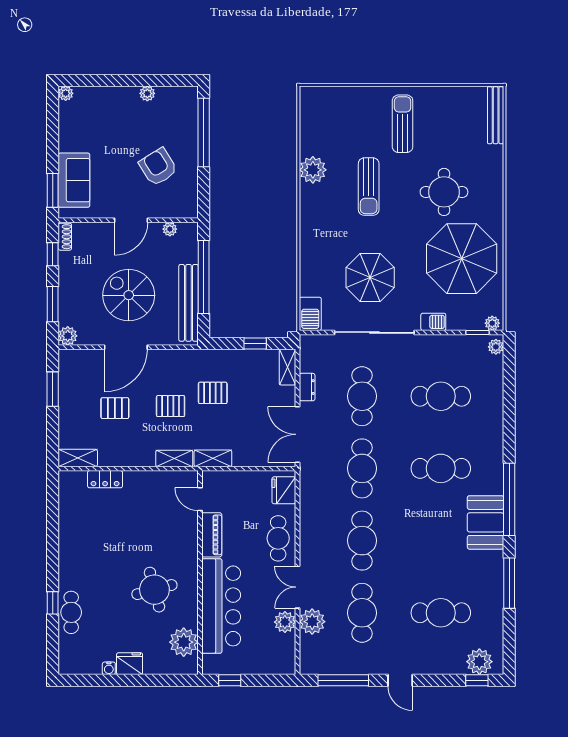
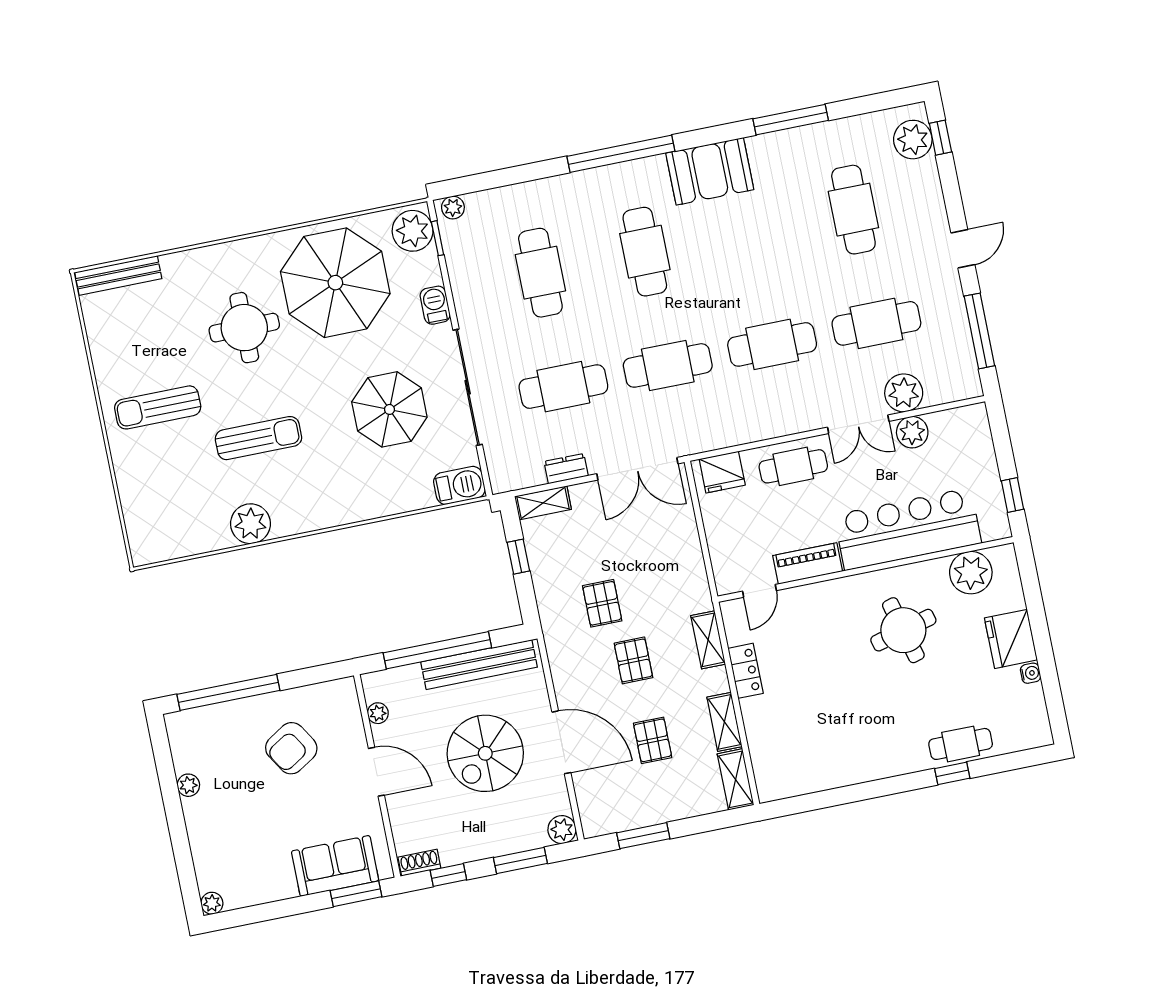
plant: (492, 323) -> (413, 231), width x1.88, depth x1.88
shelving: (213, 458) -> (724, 722), moved
locker: (105, 479) -> (746, 671), moved
window: (509, 499) -> (621, 154), moved
fridge: (130, 664) -> (1011, 639), width x1.36, depth x1.34

